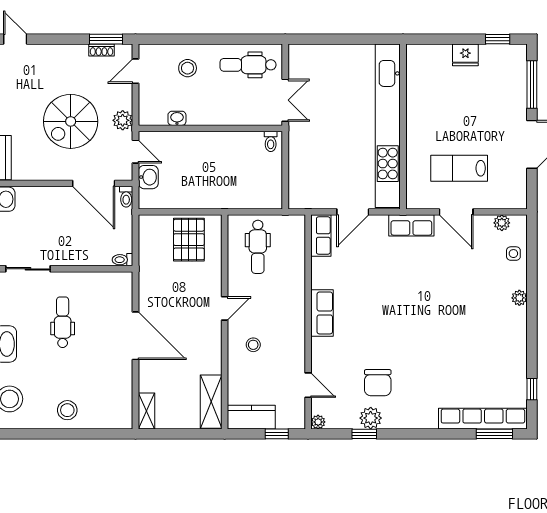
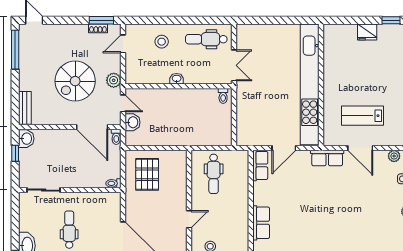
washbasin: (177, 118) -> (177, 79), moved
pallet: (189, 240) -> (147, 174), moved

